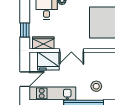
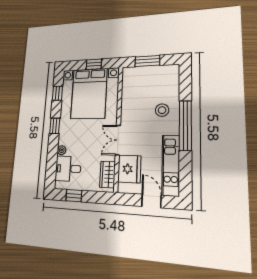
window: (25, 30) -> (74, 196), moved
double door: (71, 50) -> (118, 140), swing flipped

